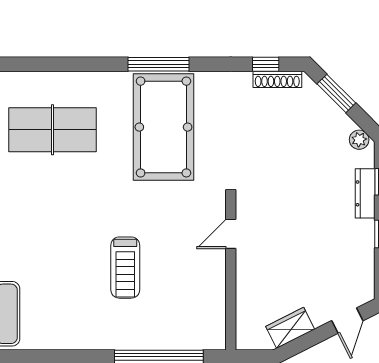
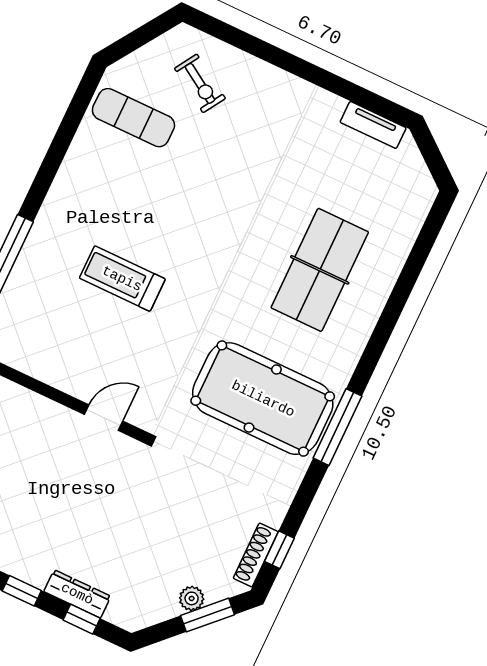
plant: (359, 140) -> (192, 598), moved
door: (231, 234) -> (104, 418), hinge flipped

